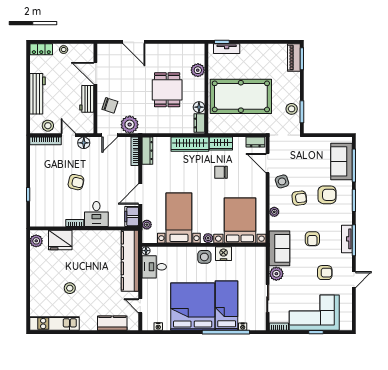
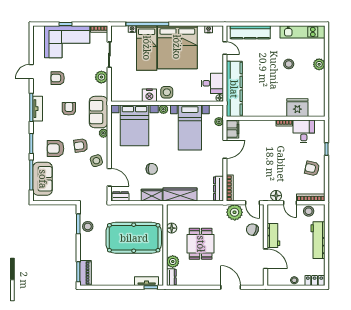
dresser: (199, 123) -> (171, 277), moved
door: (110, 135) -> (252, 203), swing flipped
armchair: (76, 182) -> (312, 168), moved
desk: (96, 214) -> (304, 131), moved
plant: (36, 241) -> (319, 64), moved
sofa: (280, 248) -> (99, 112), moved
kitchen counter: (112, 323) -> (250, 32), width x1.50

